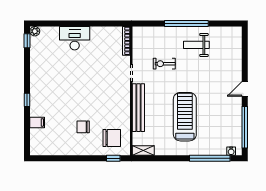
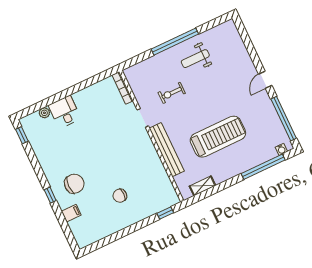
plant: (35, 31) -> (44, 113), moved
desk: (75, 38) -> (65, 112), width x0.73
treadmill: (185, 117) -> (218, 137), turned 90
chair: (112, 138) -> (74, 184), moved
shelving: (143, 150) -> (202, 186), moved

